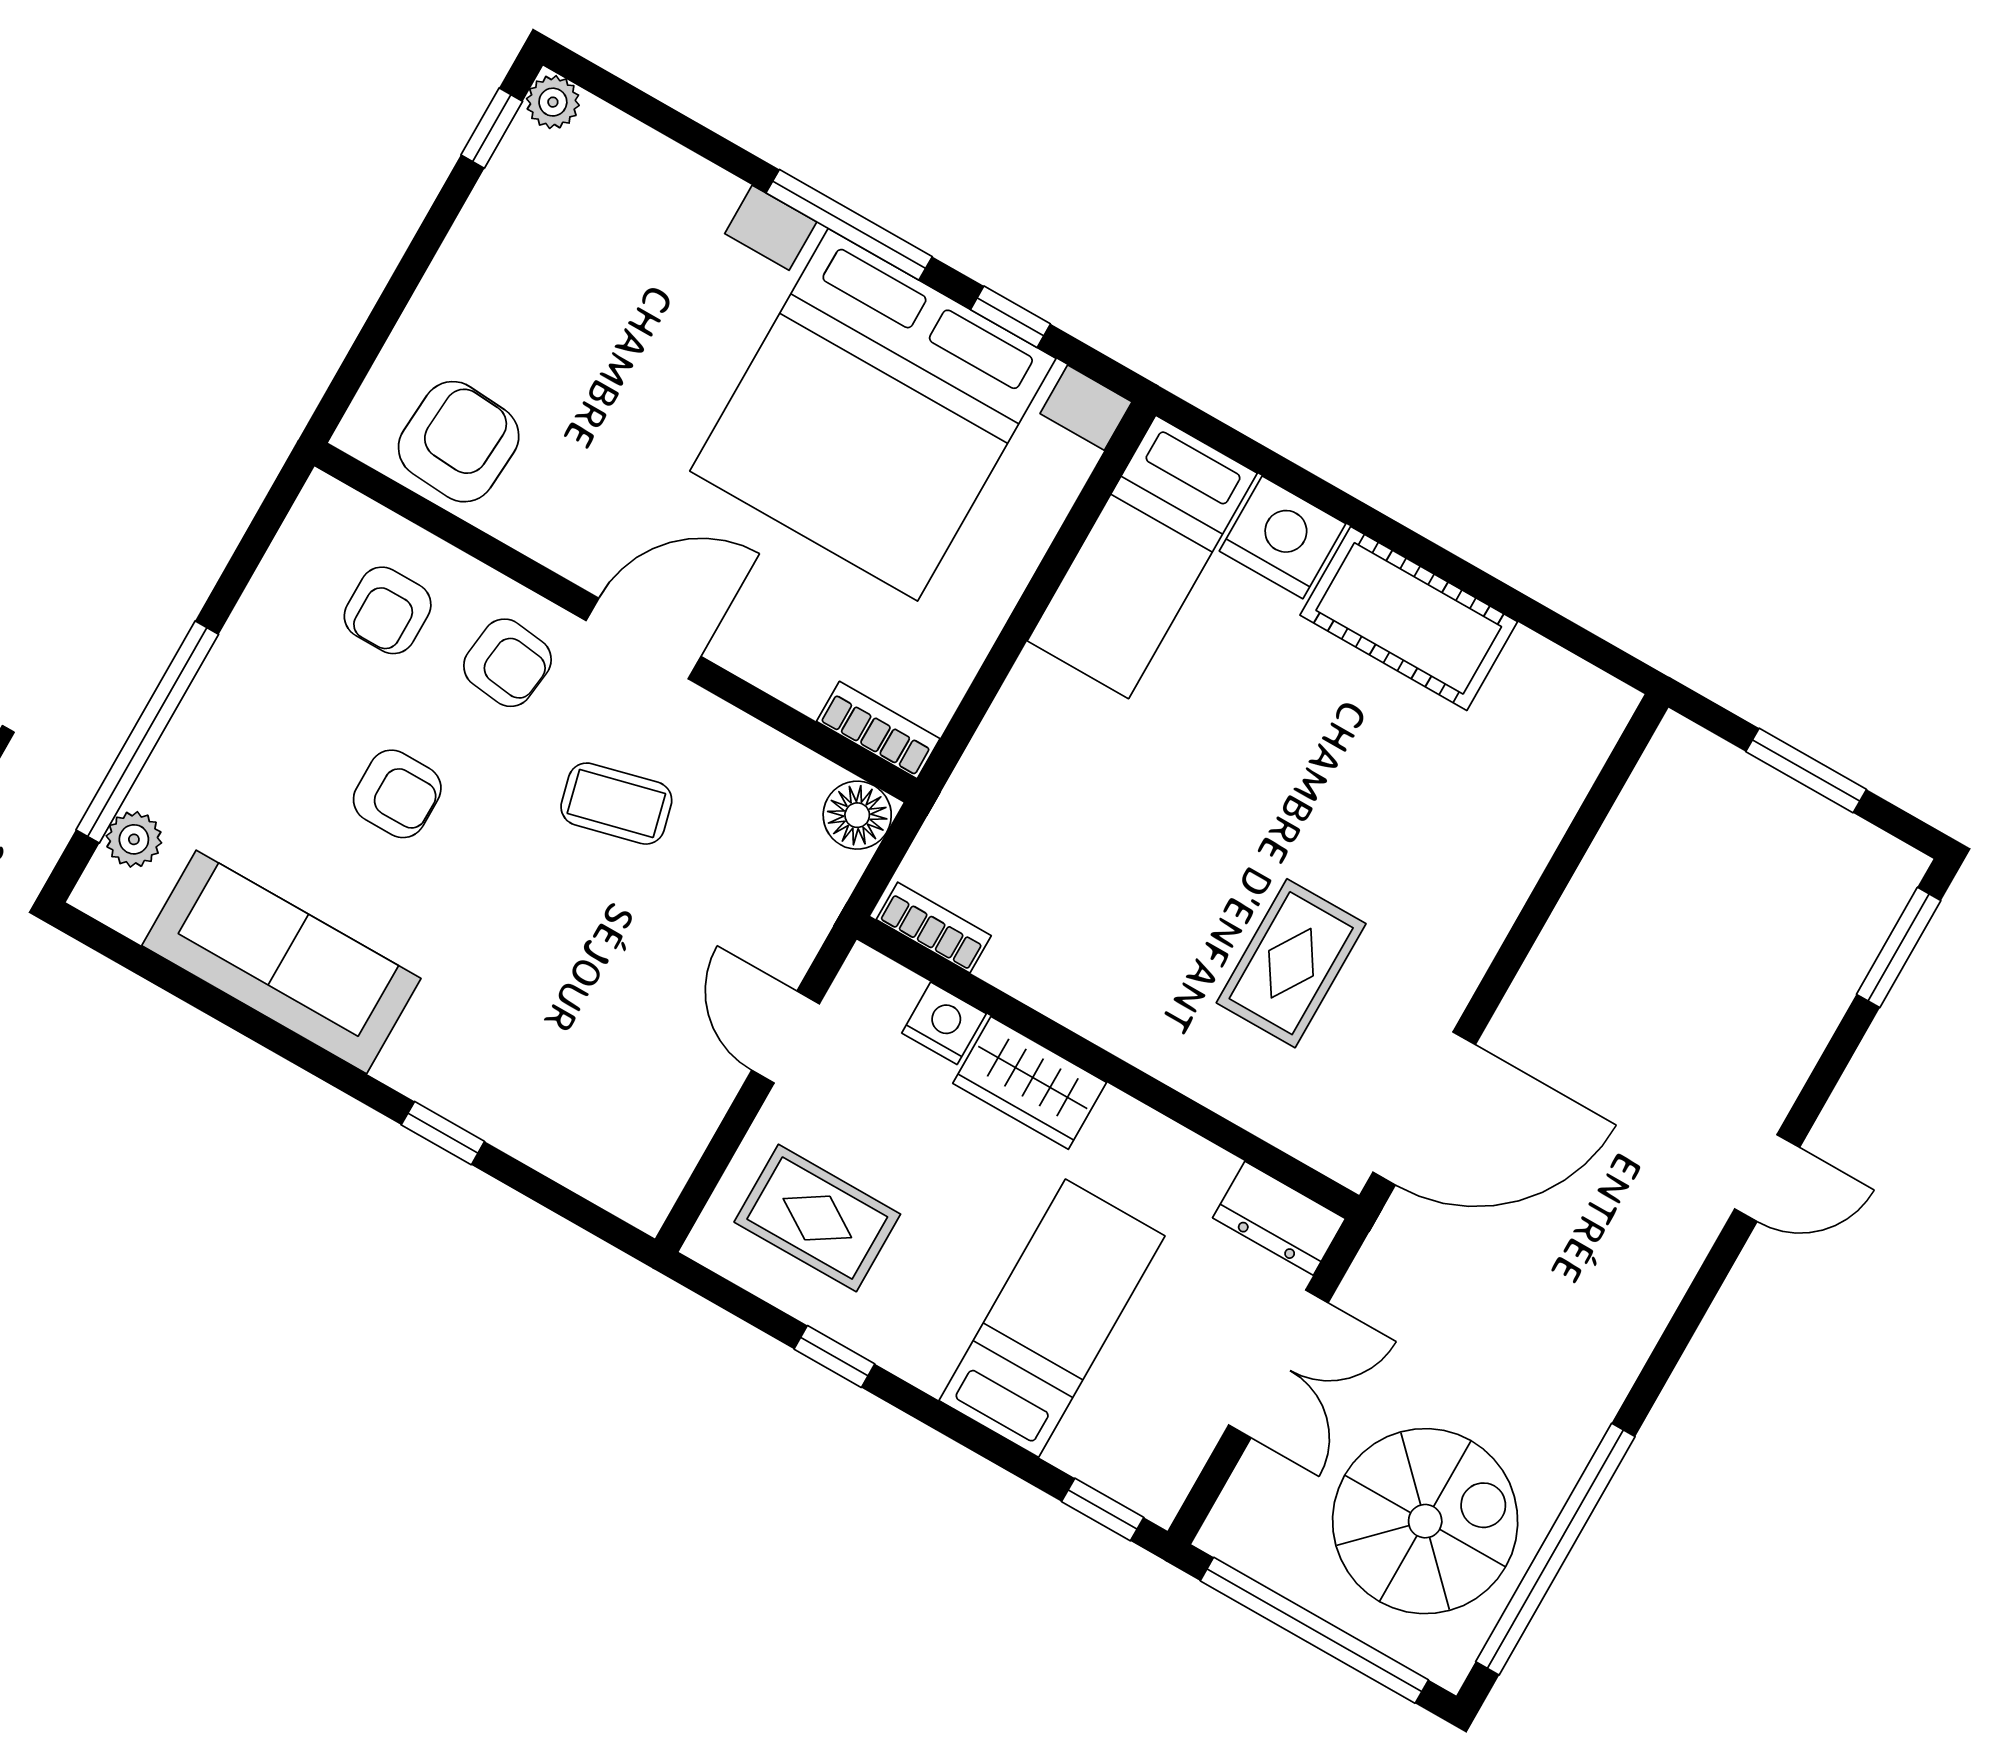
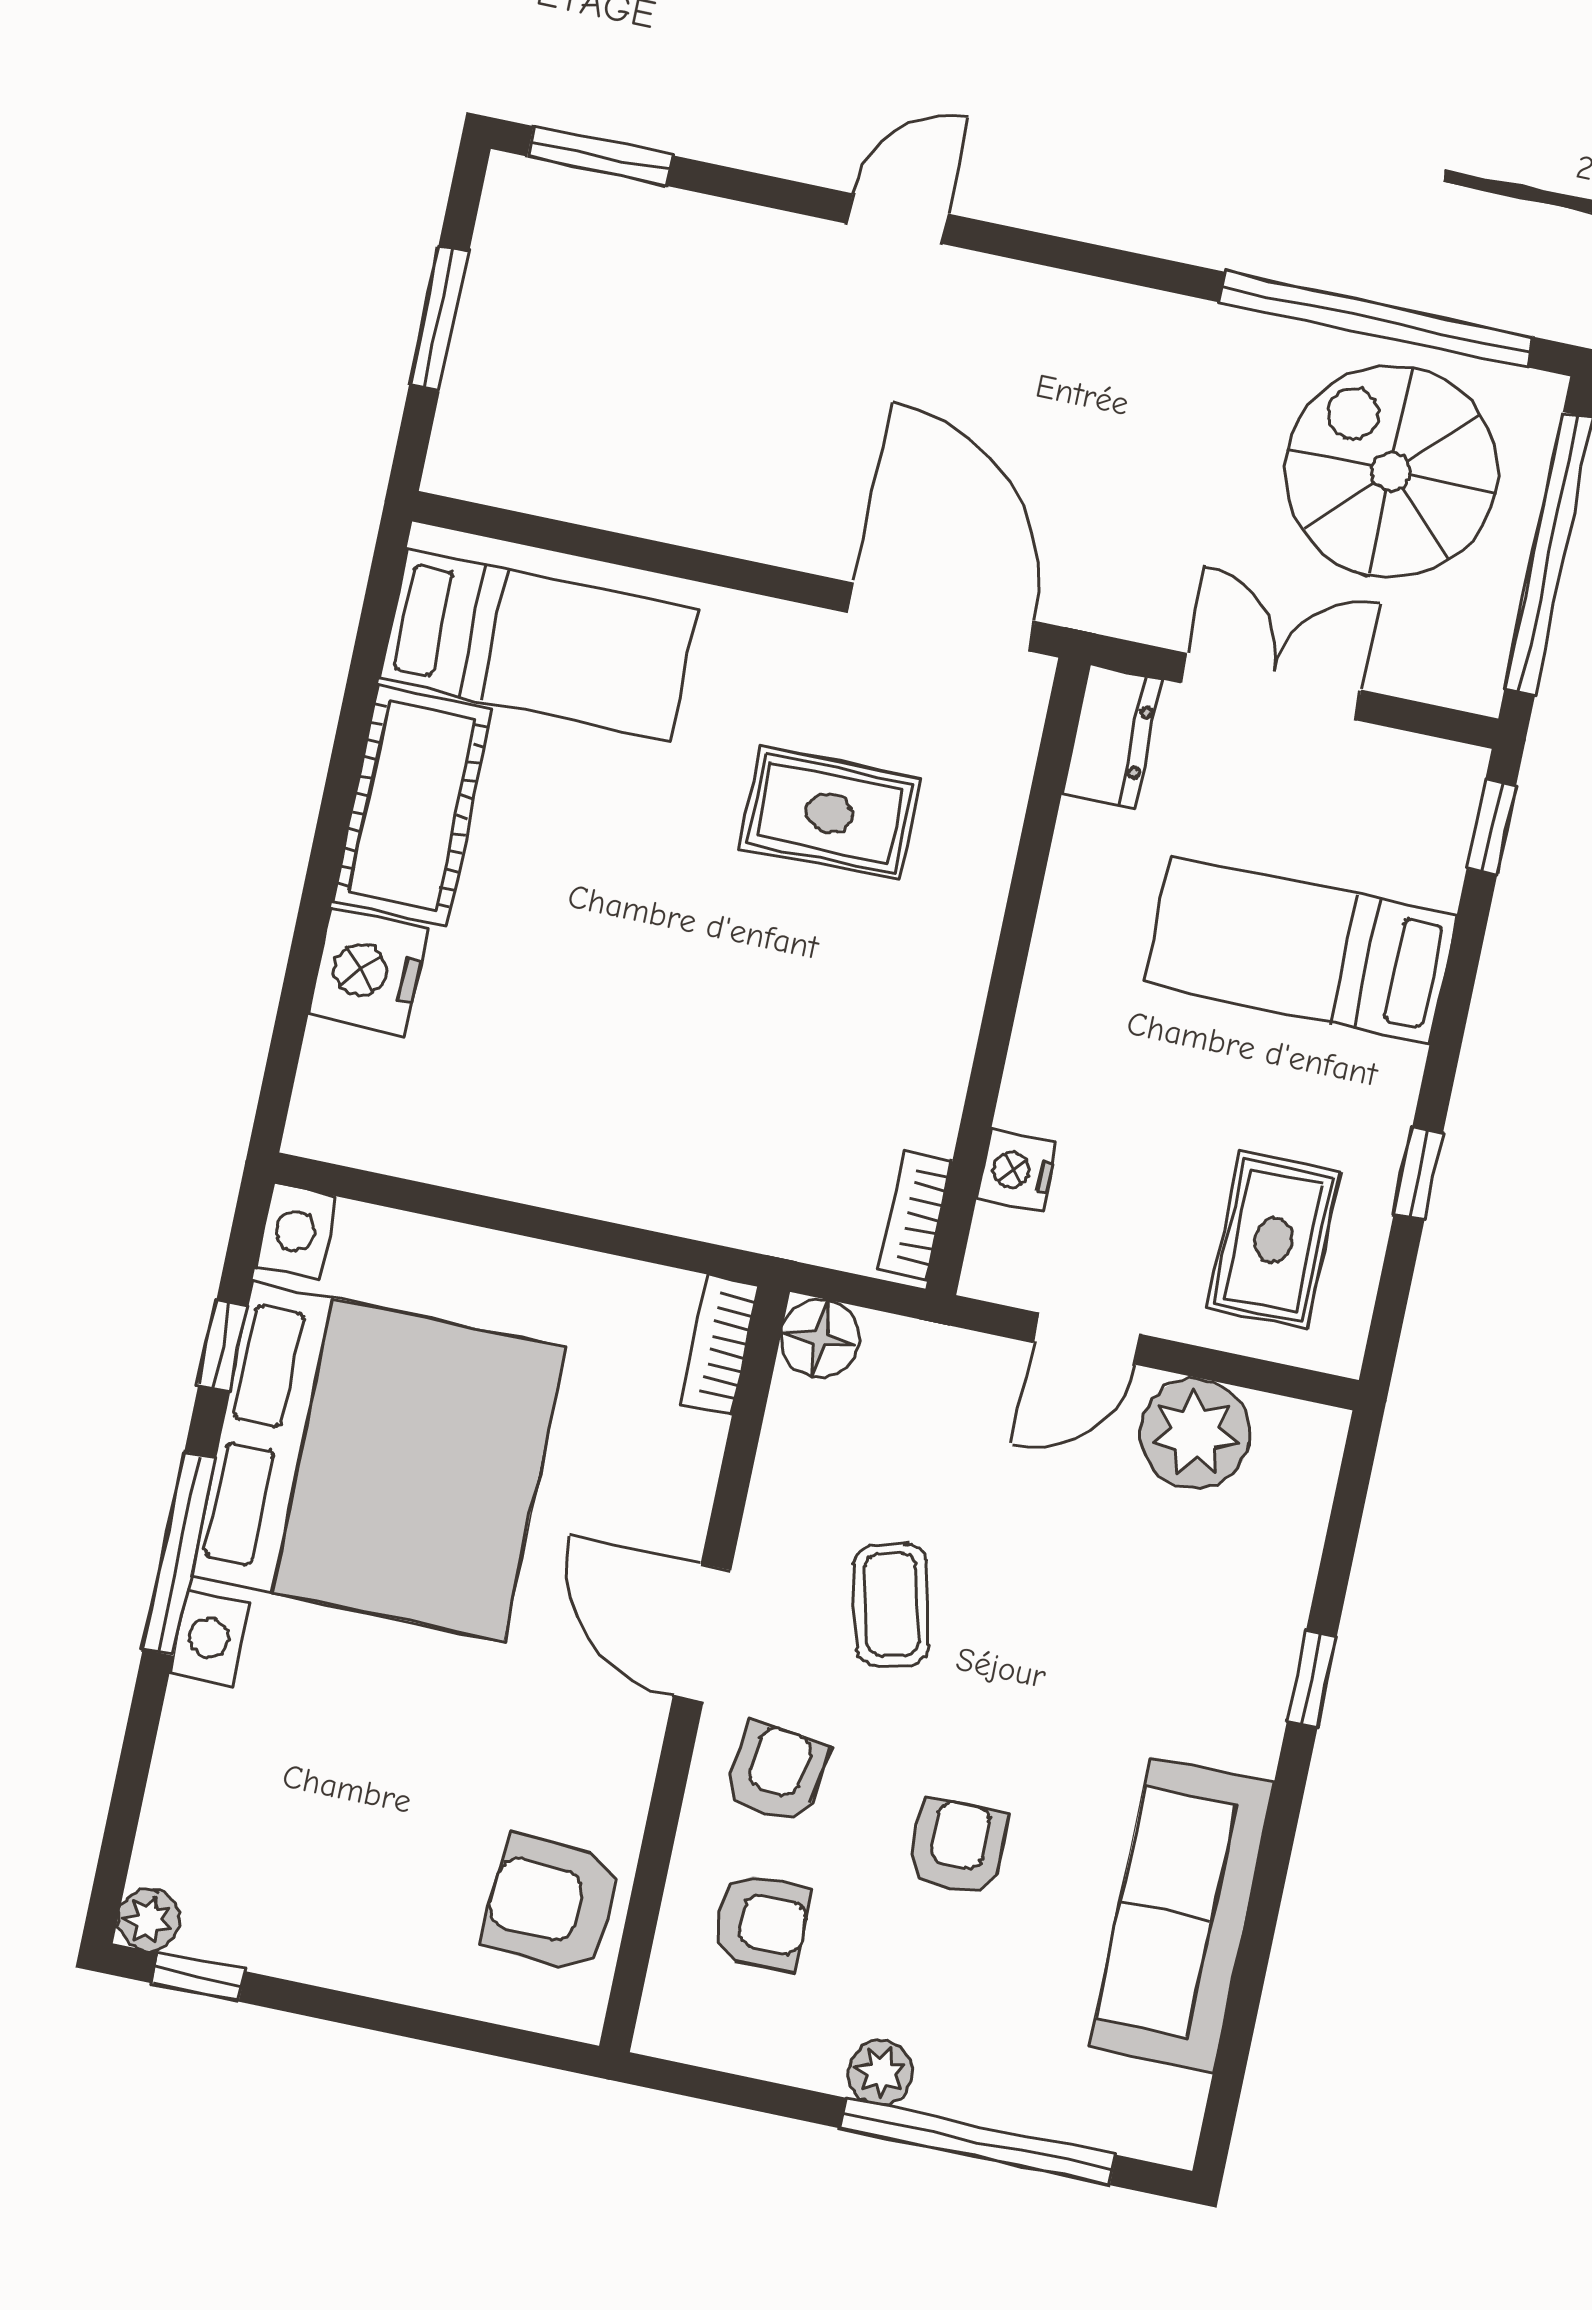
bed: (1142, 557) -> (538, 645), moved
plant: (134, 839) -> (880, 2072), moved
wardrobe: (1030, 1083) -> (1052, 1056), removed
plant: (678, 1101) -> (1195, 1433), added
door: (1767, 1178) -> (897, 219), hinge flipped

